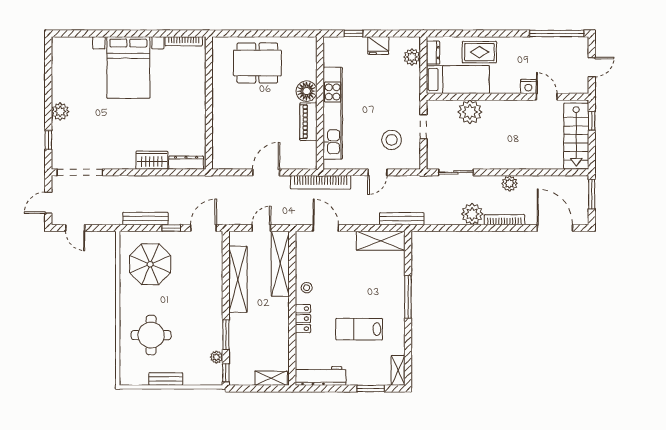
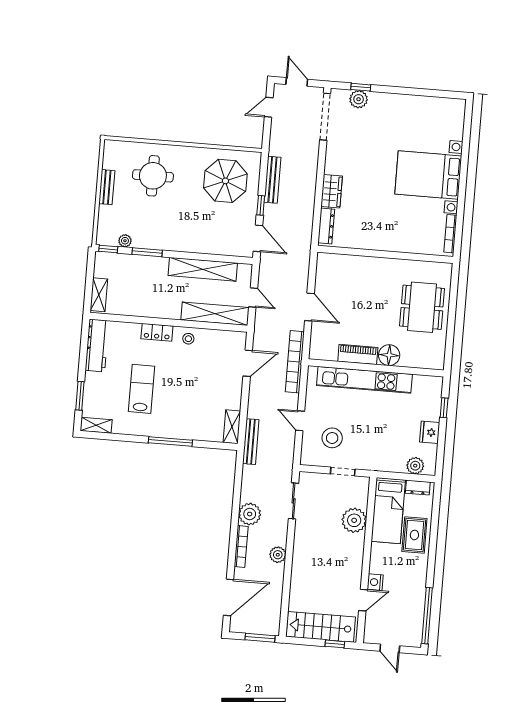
plant: (60, 111) -> (359, 99), moved
shelving: (381, 241) -> (232, 427), width x0.67, depth x0.75

